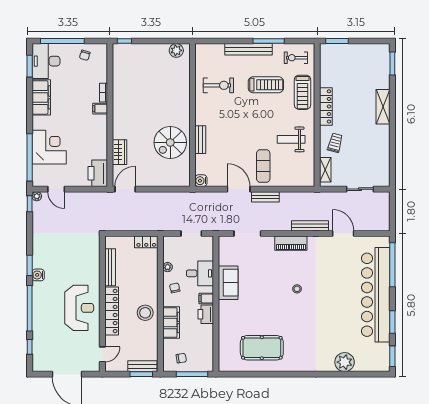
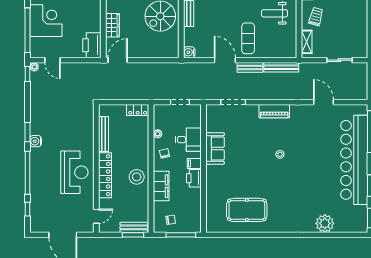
bench: (310, 226) -> (281, 67), moved

